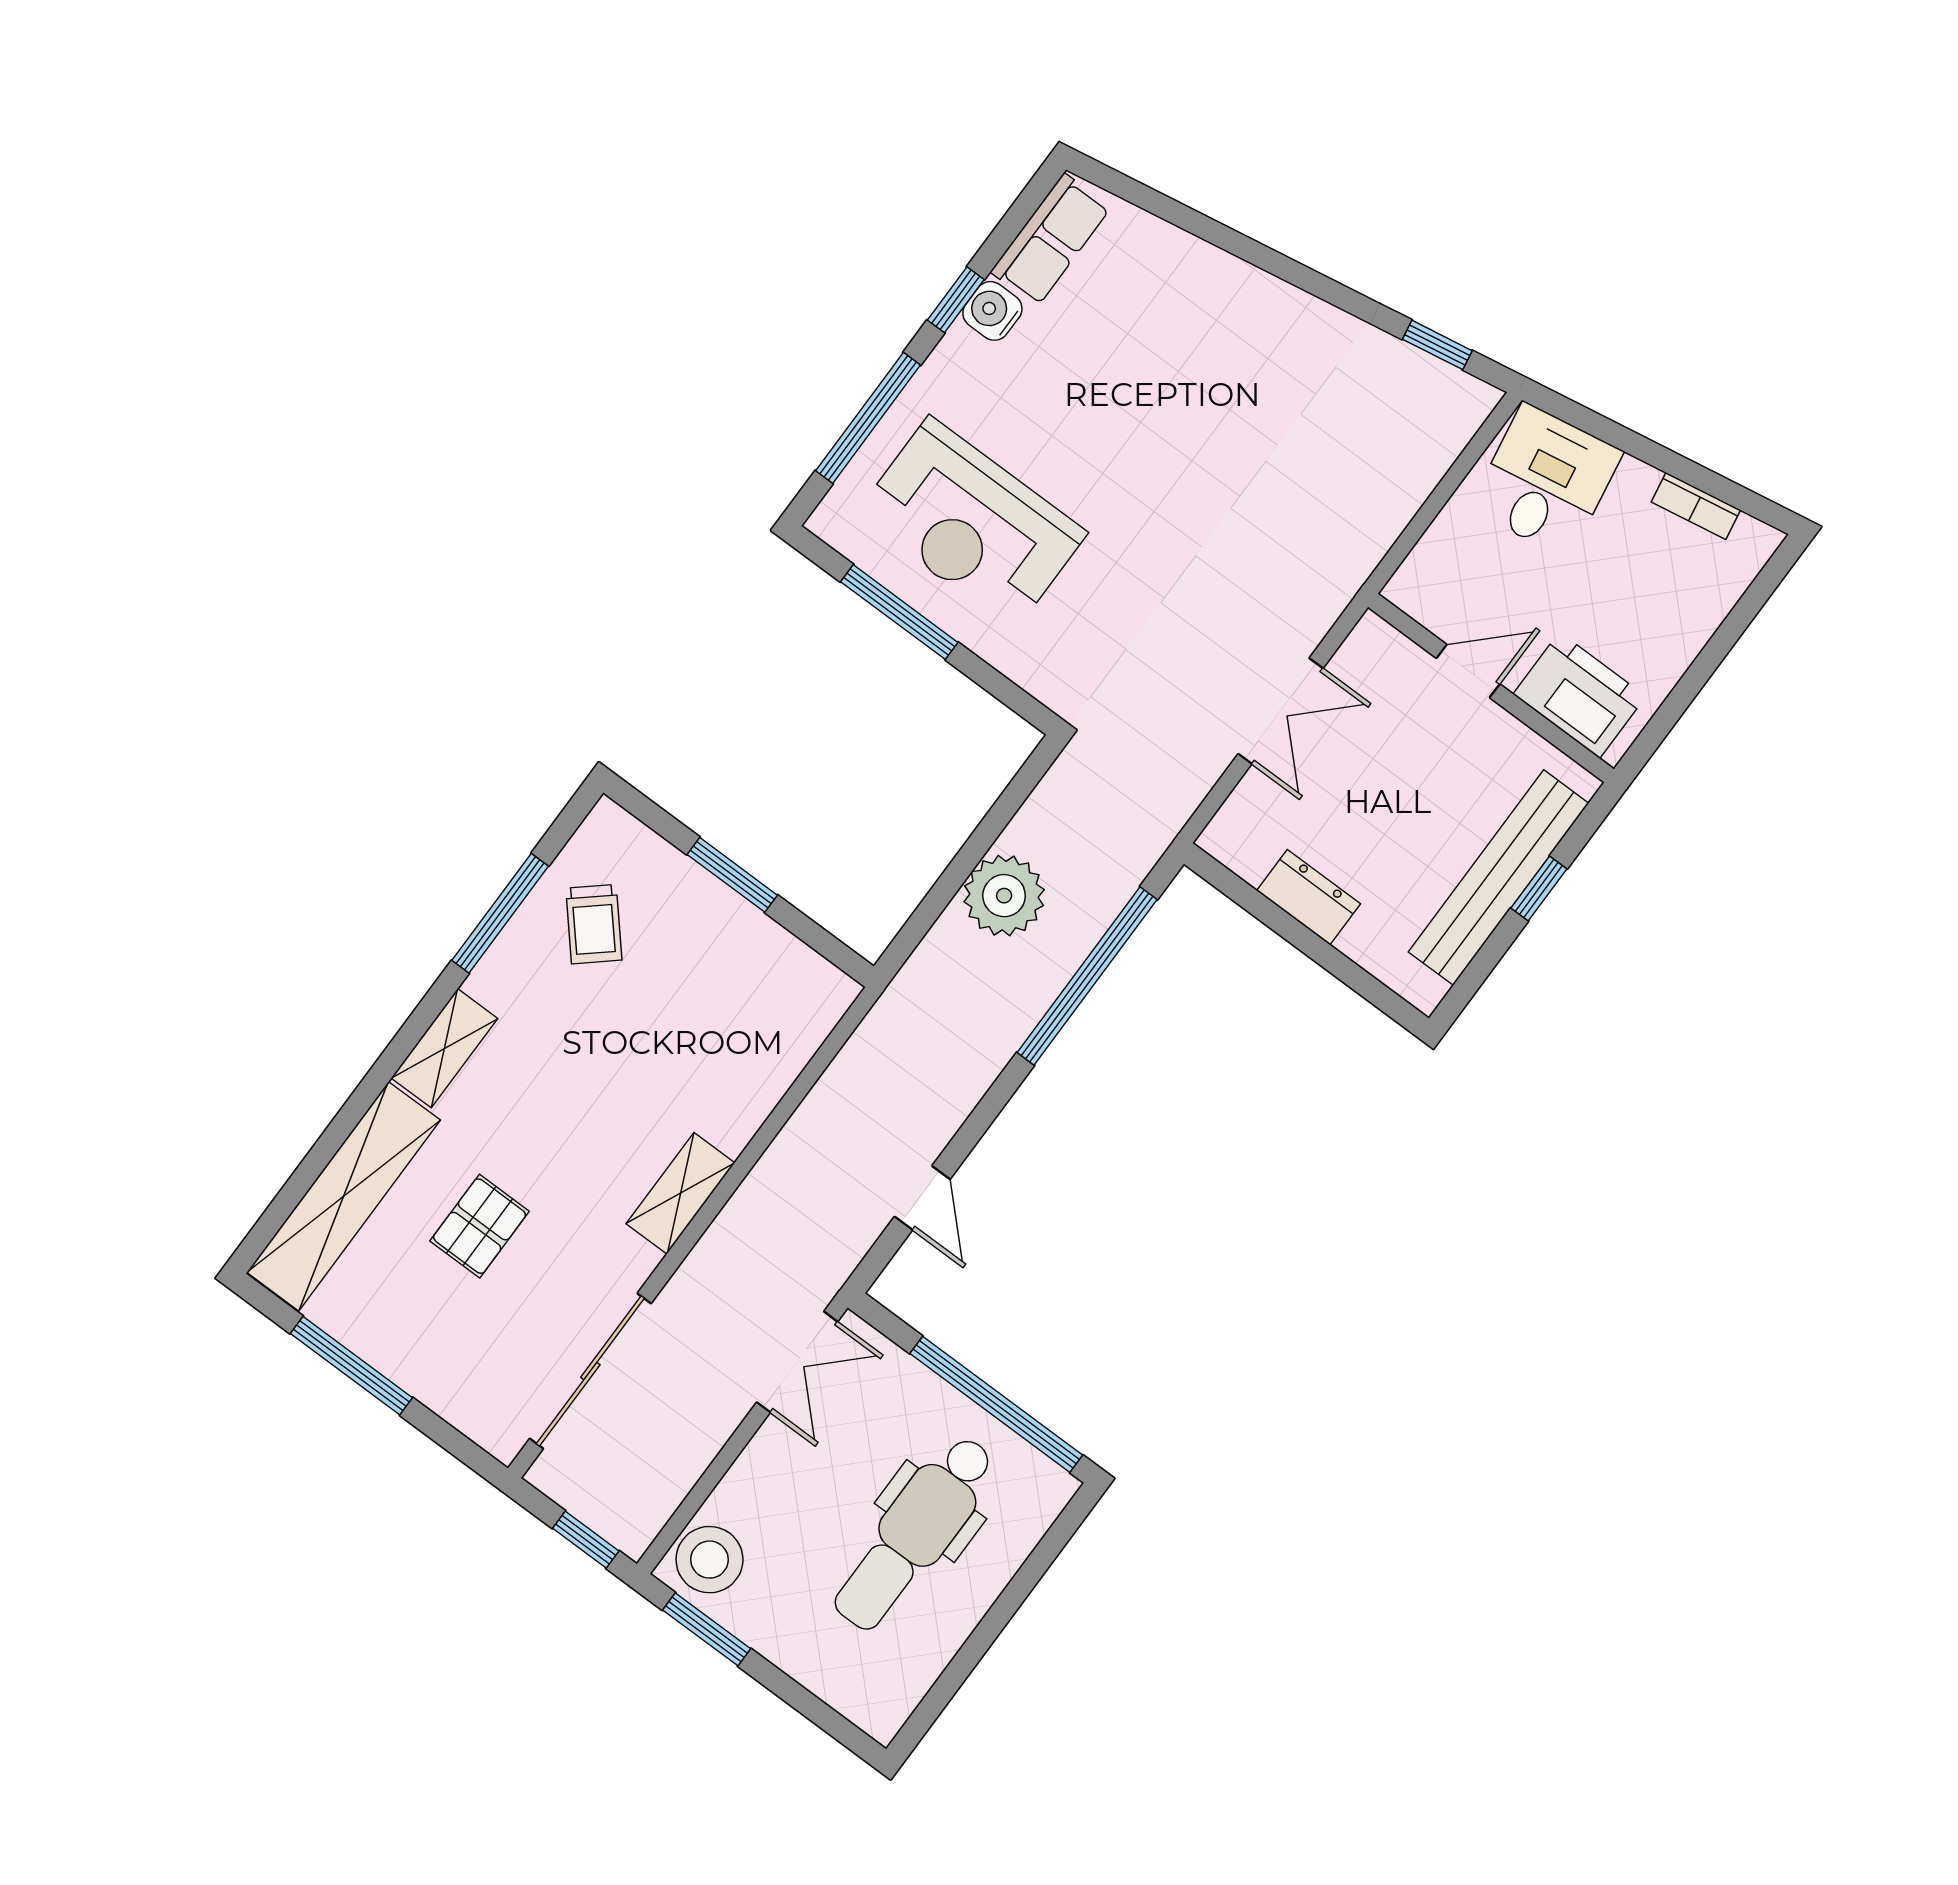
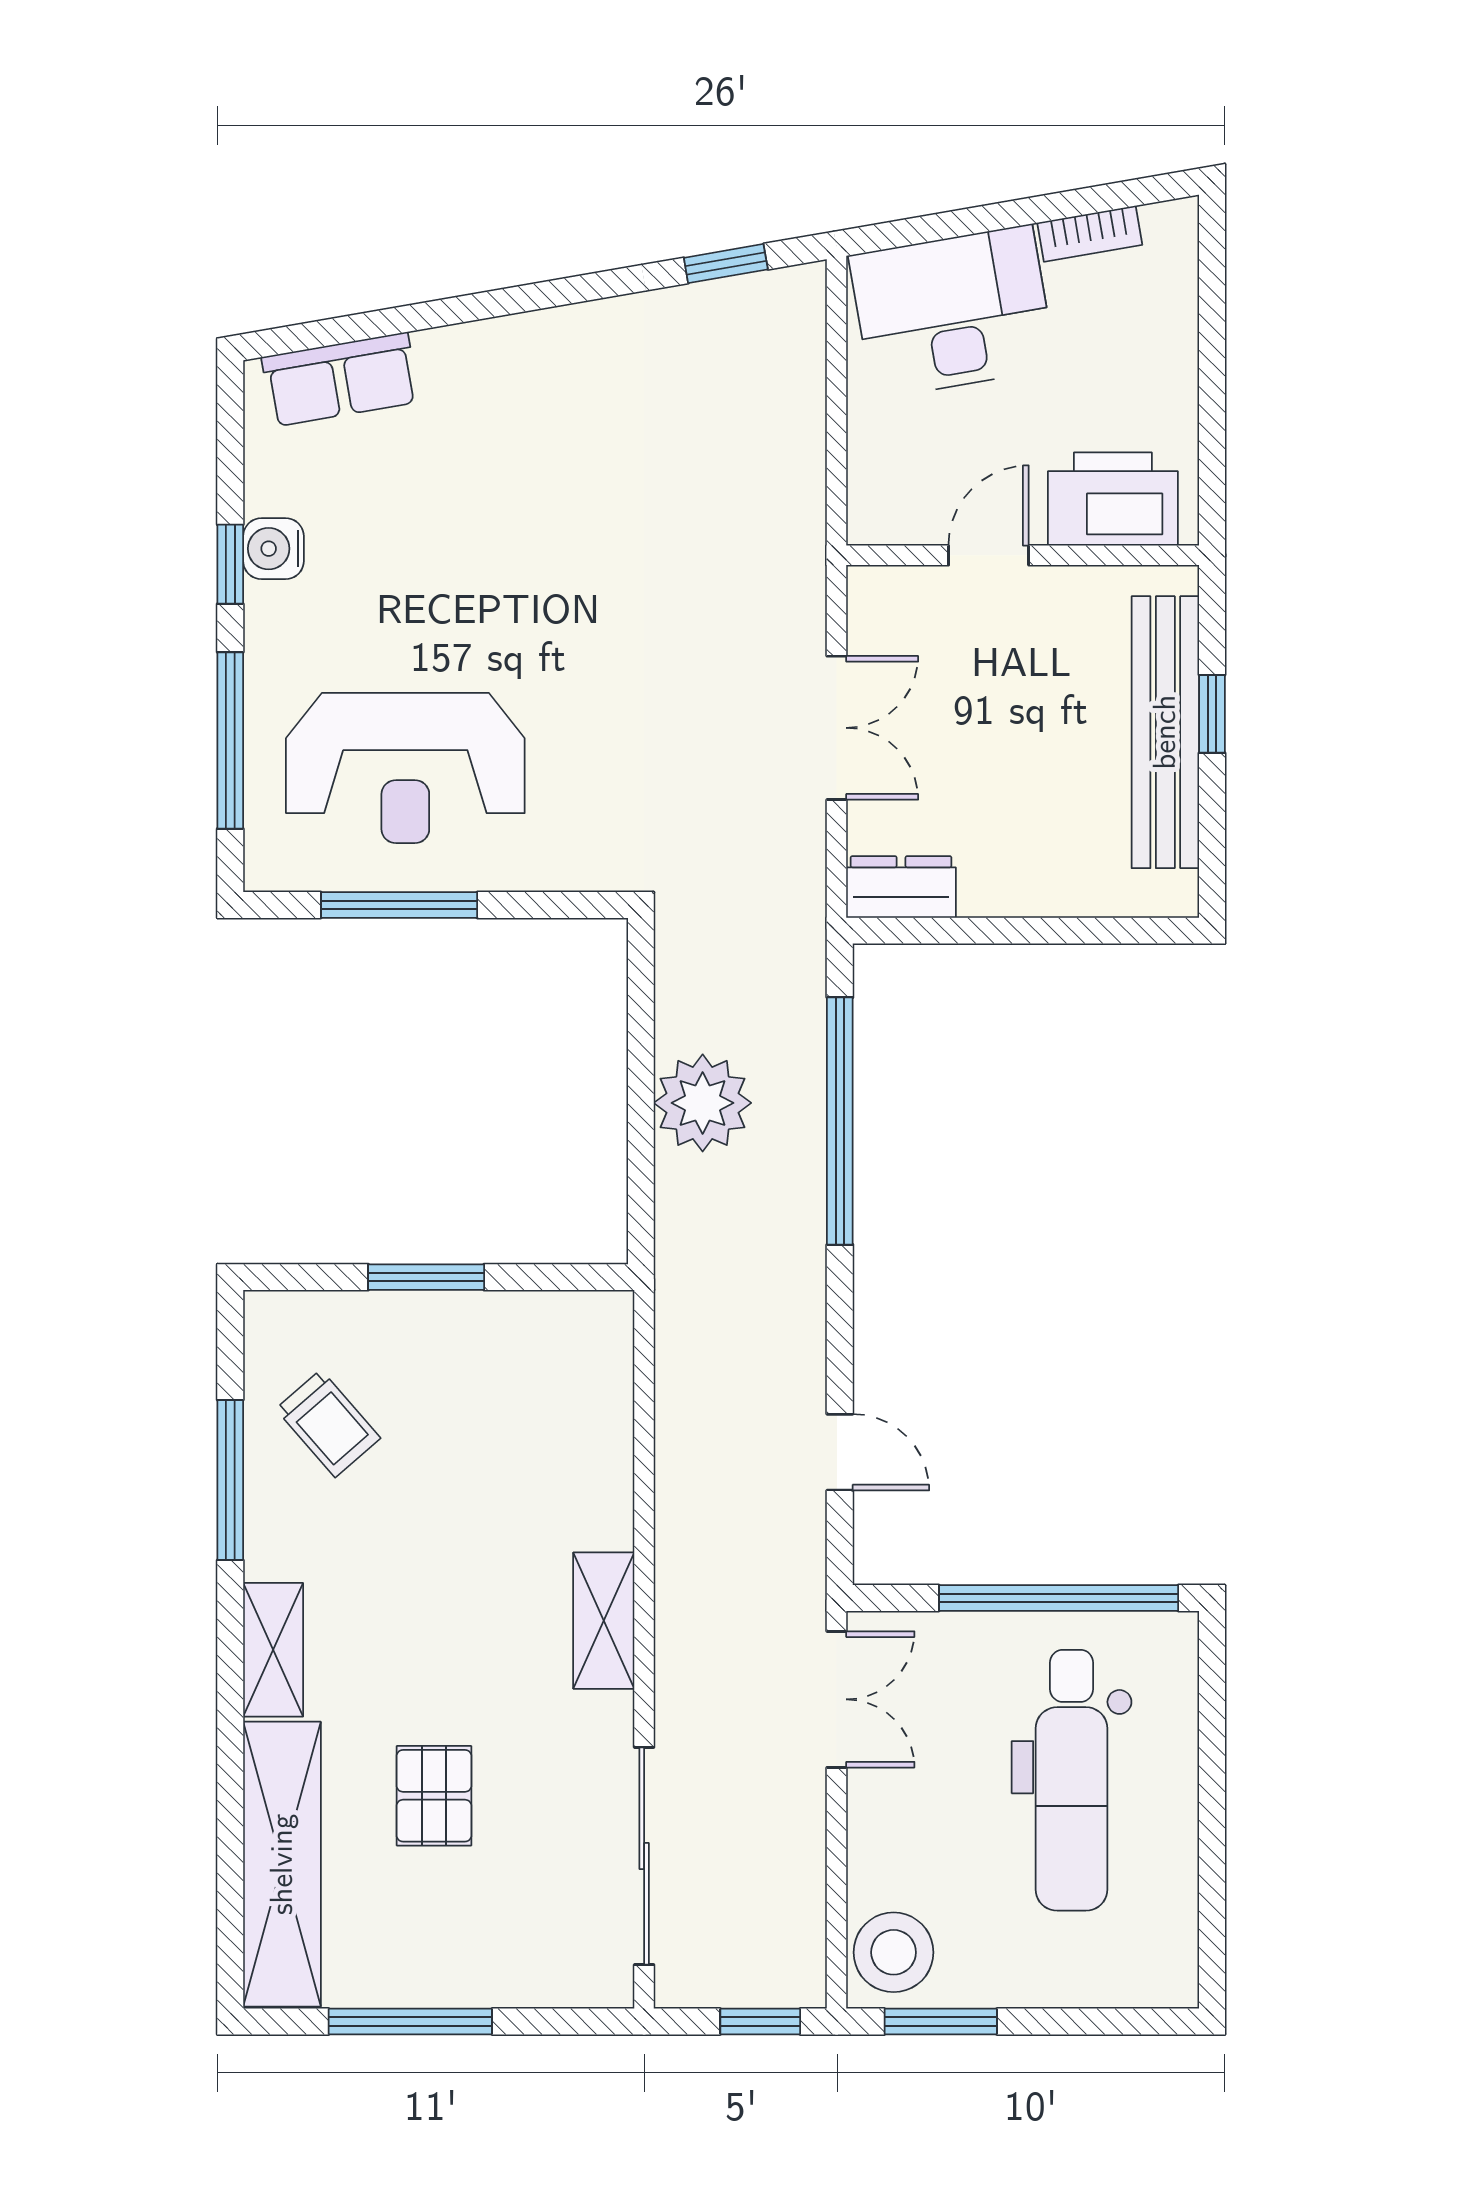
row of seats: (1051, 240) -> (340, 379), moved, turned 80
desk: (1546, 481) -> (952, 312), width x1.37
dresser: (1308, 897) -> (901, 887), moved

